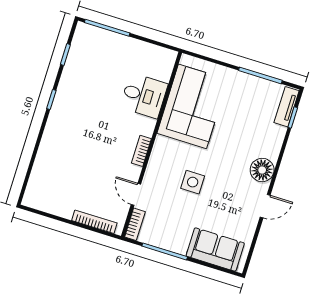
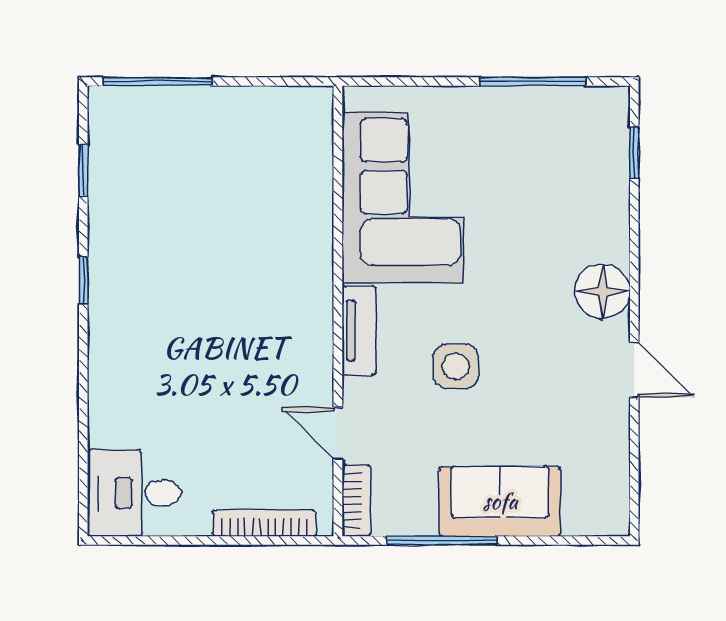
desk: (144, 96) -> (134, 493), moved, turned 180
tv unit: (287, 107) -> (359, 331), moved, turned 180
bookcase: (141, 151) -> (320, 332), removed
door: (265, 206) -> (634, 370), hinge flipped
sofa: (215, 250) -> (500, 501), moved

